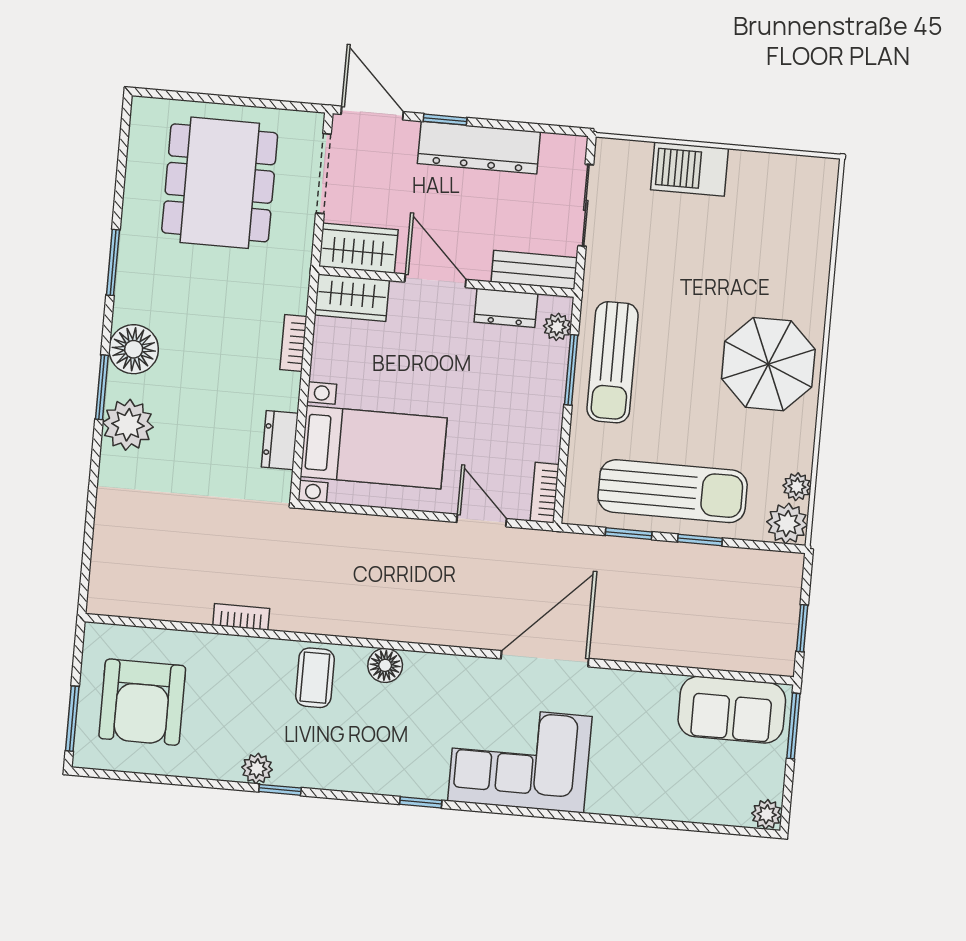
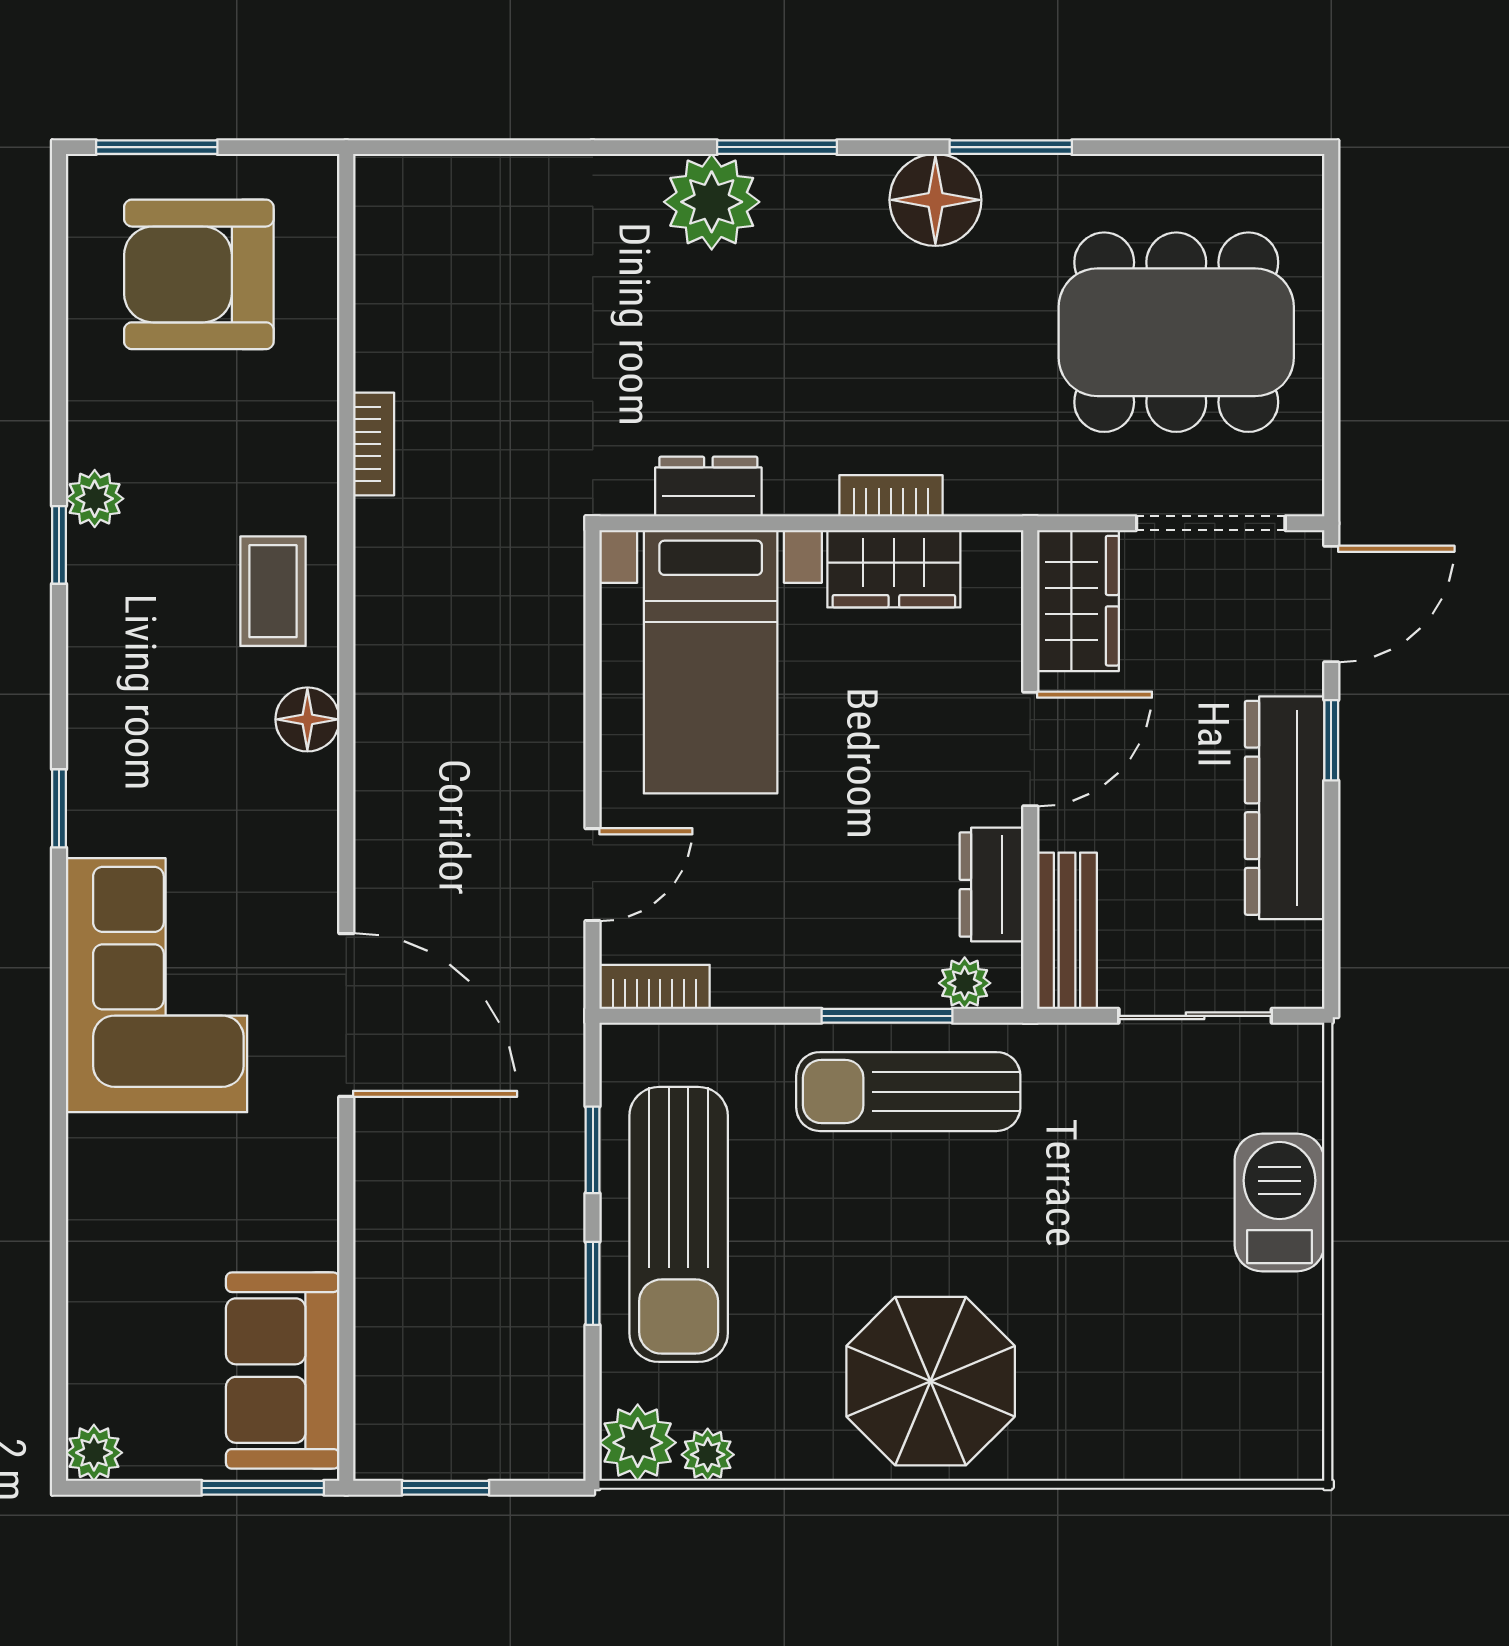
wardrobe: (352, 298) -> (894, 569), moved, turned -90
floor lamp: (134, 349) -> (935, 200), moved
coffee table: (315, 678) -> (273, 591), turned 90

